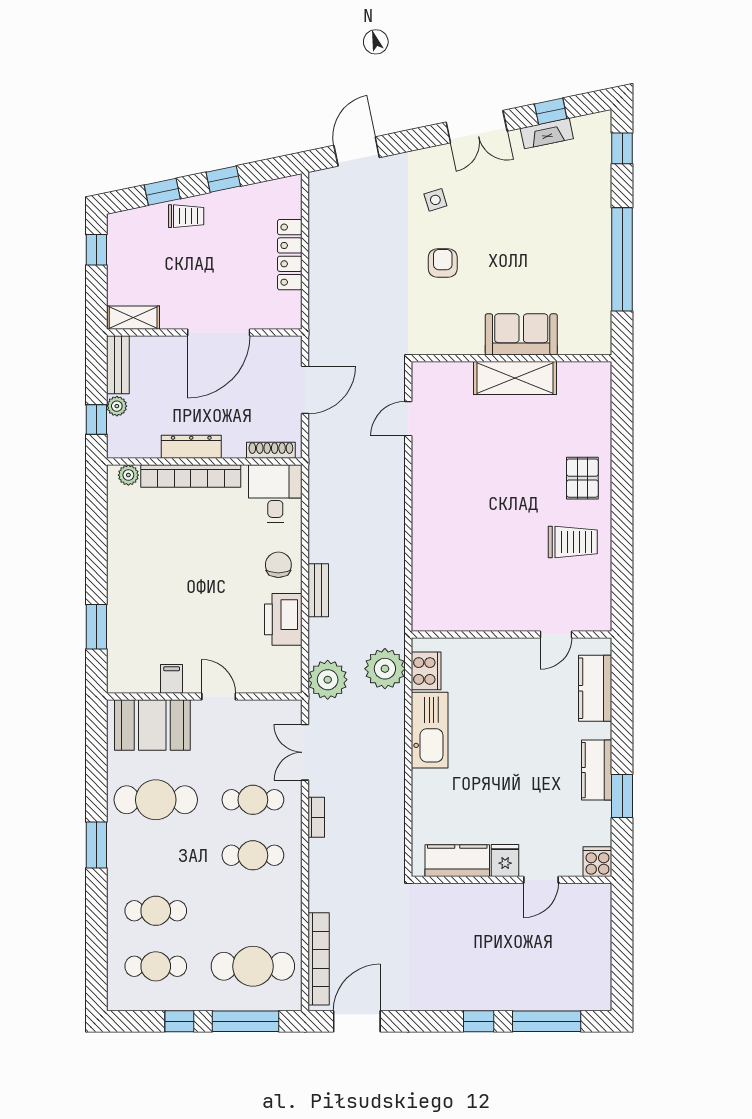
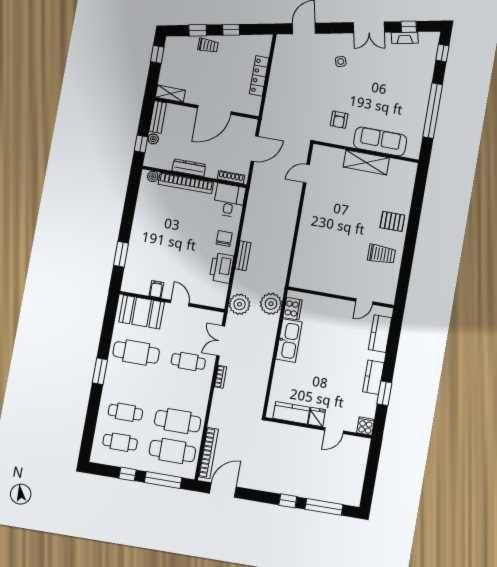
armchair: (443, 263) -> (339, 120), moved, turned 180
sofa: (521, 334) -> (380, 141), width x1.36
pallet: (582, 478) -> (392, 221), turned 90
cafe table: (253, 855) -> (178, 421), moved, width x1.37, depth x1.35

